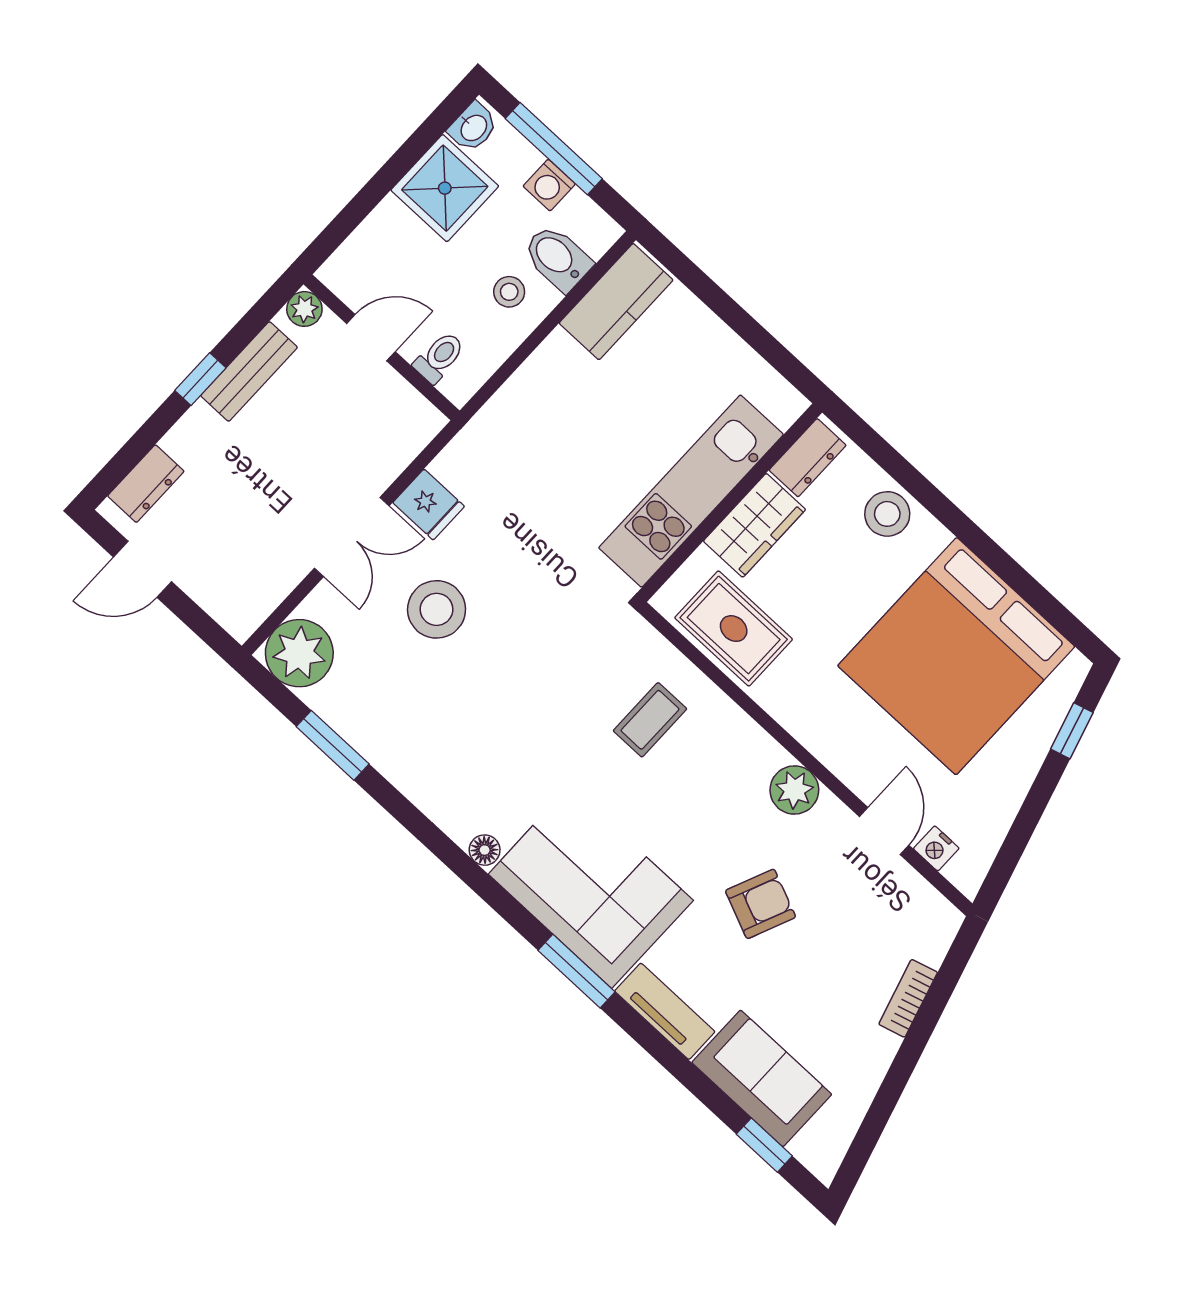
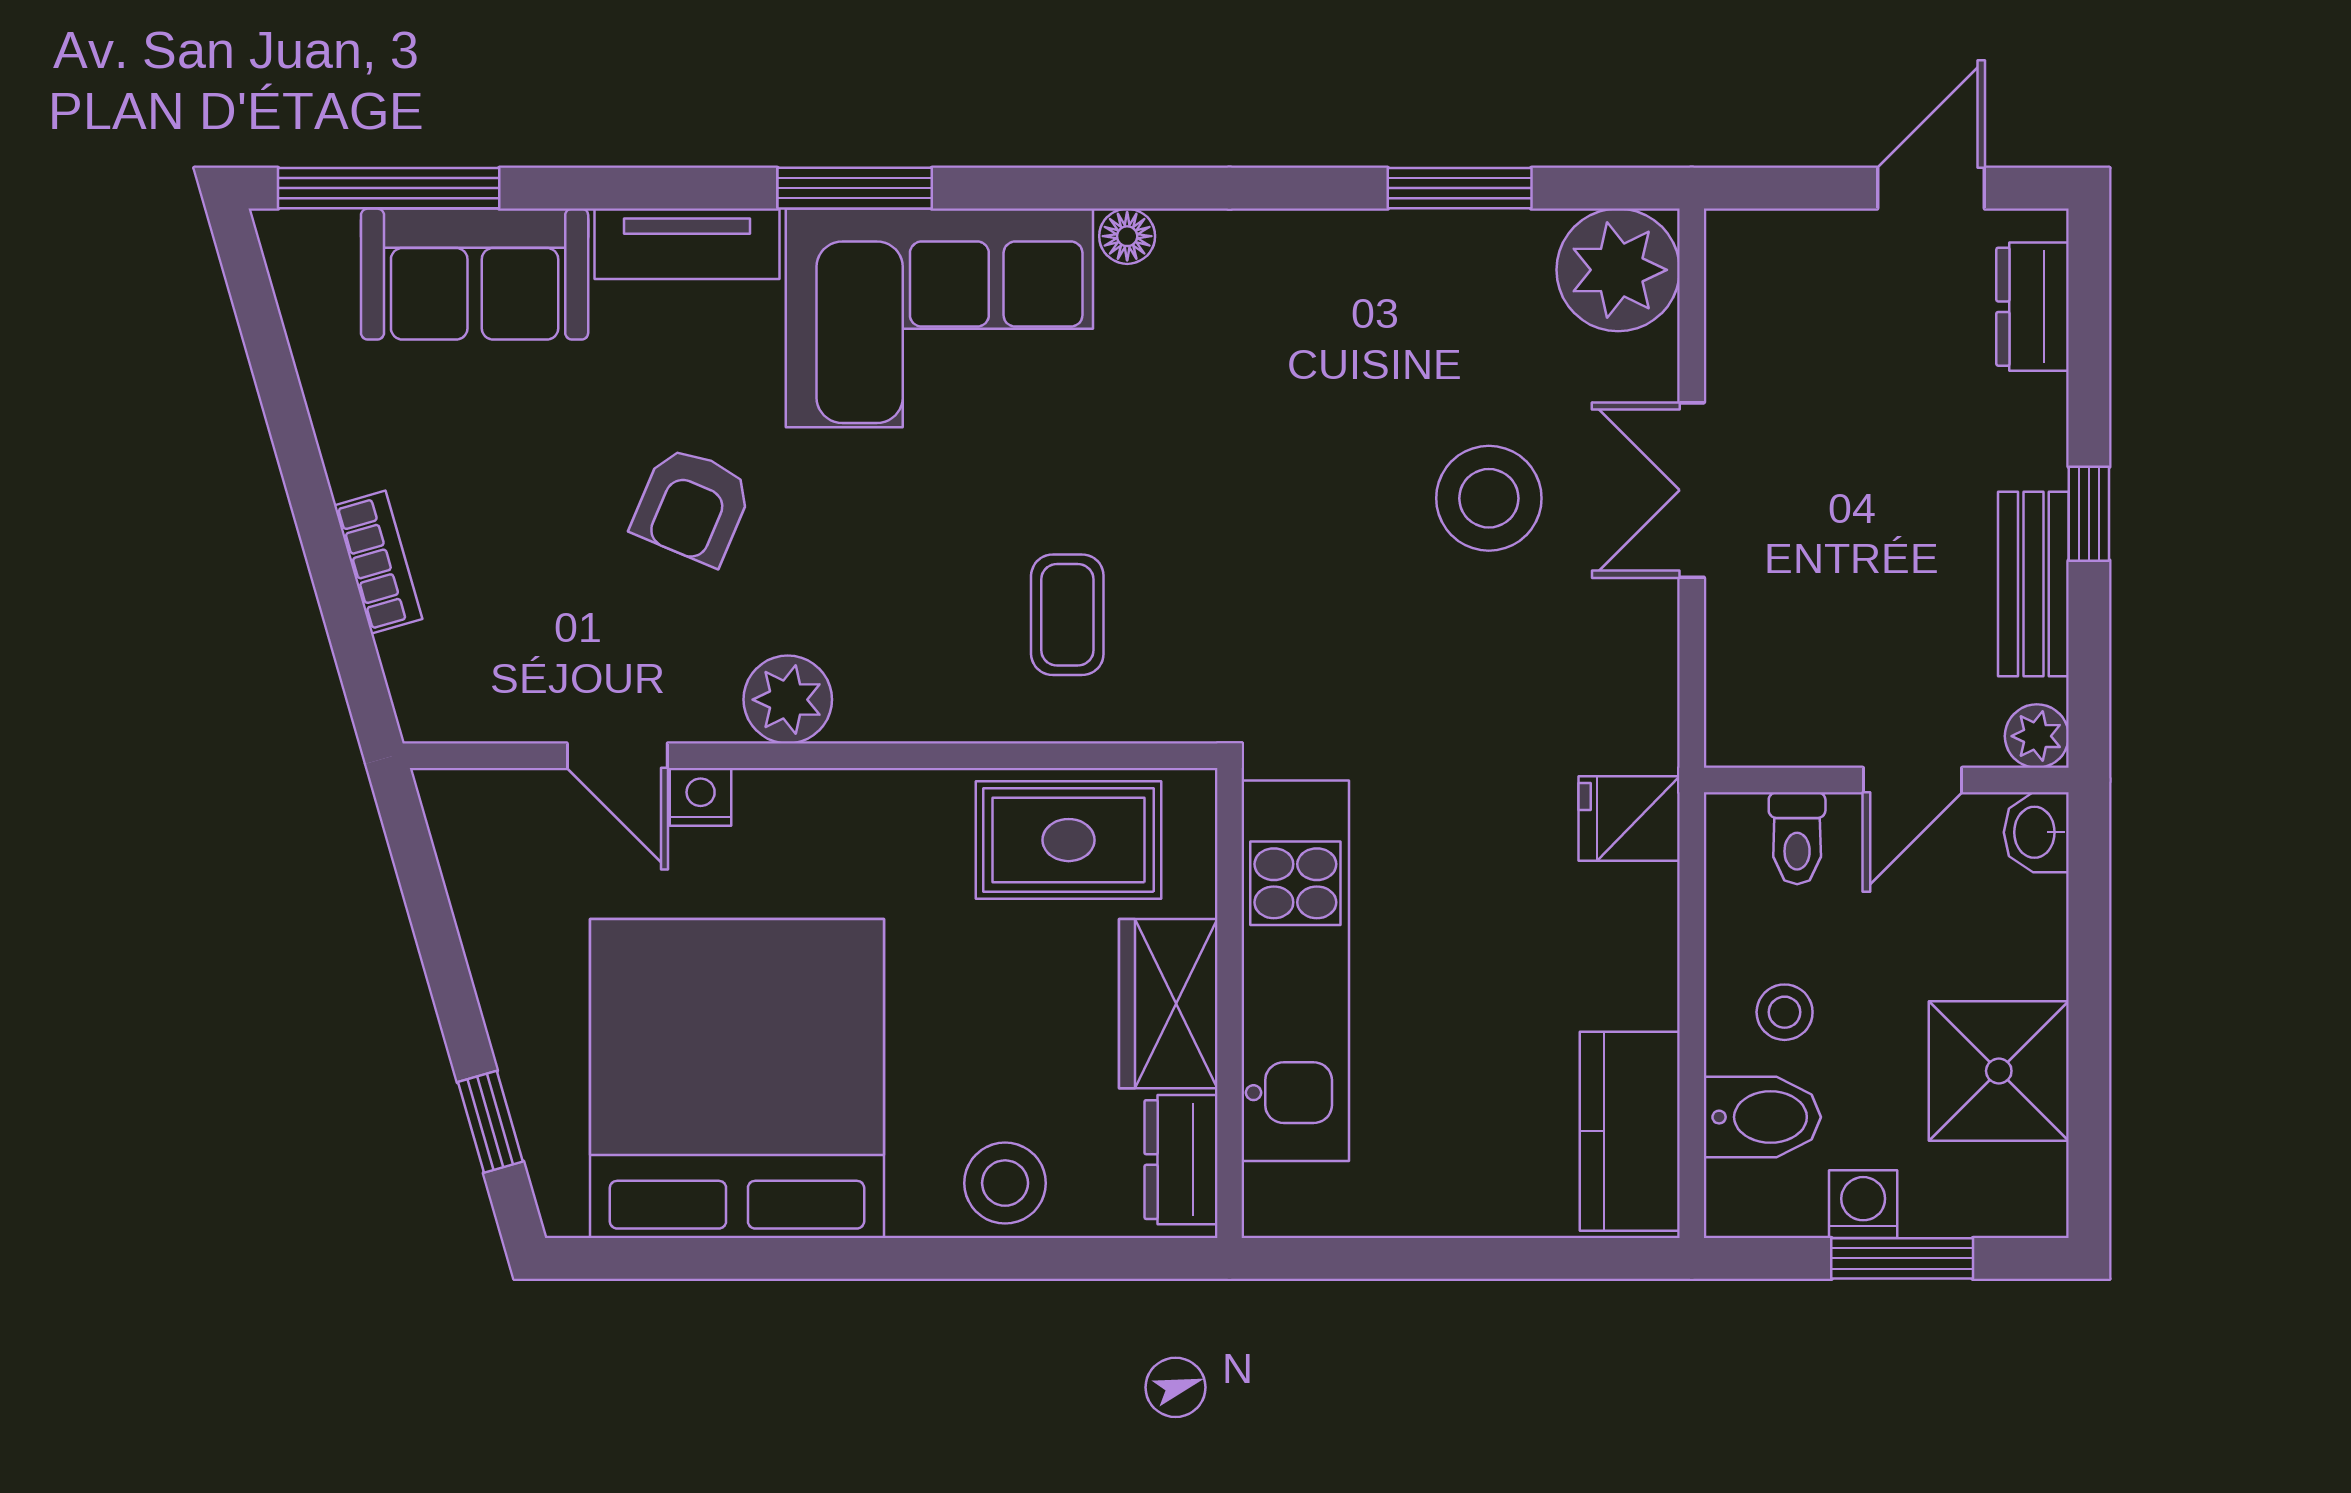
washbasin: (473, 127) -> (2036, 832), moved
window: (554, 149) -> (1902, 1258), width x0.69
fridge: (429, 505) -> (1629, 819), moved
nightstand: (936, 848) -> (701, 797), moved
window: (764, 1145) -> (389, 188), width x2.17

